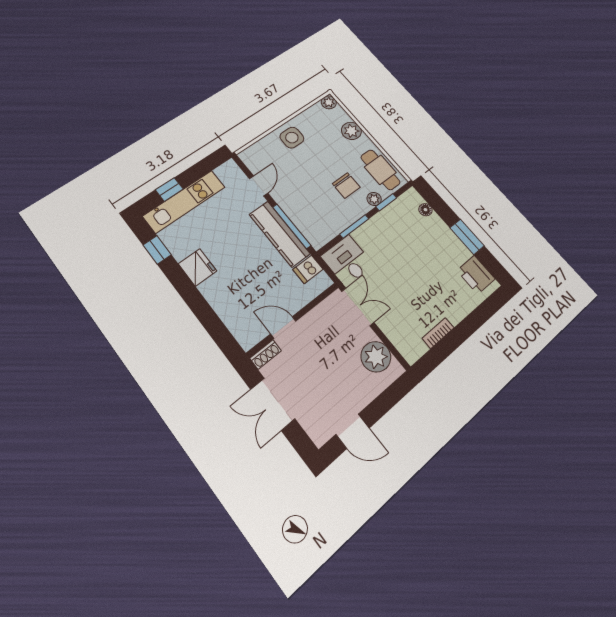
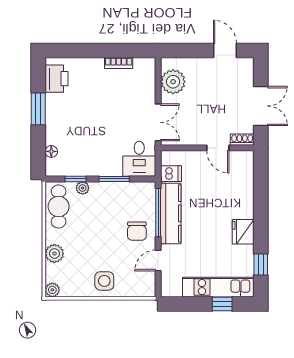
chair: (346, 185) -> (137, 231), moved, turned 180
double door: (358, 307) -> (158, 122), swing flipped

